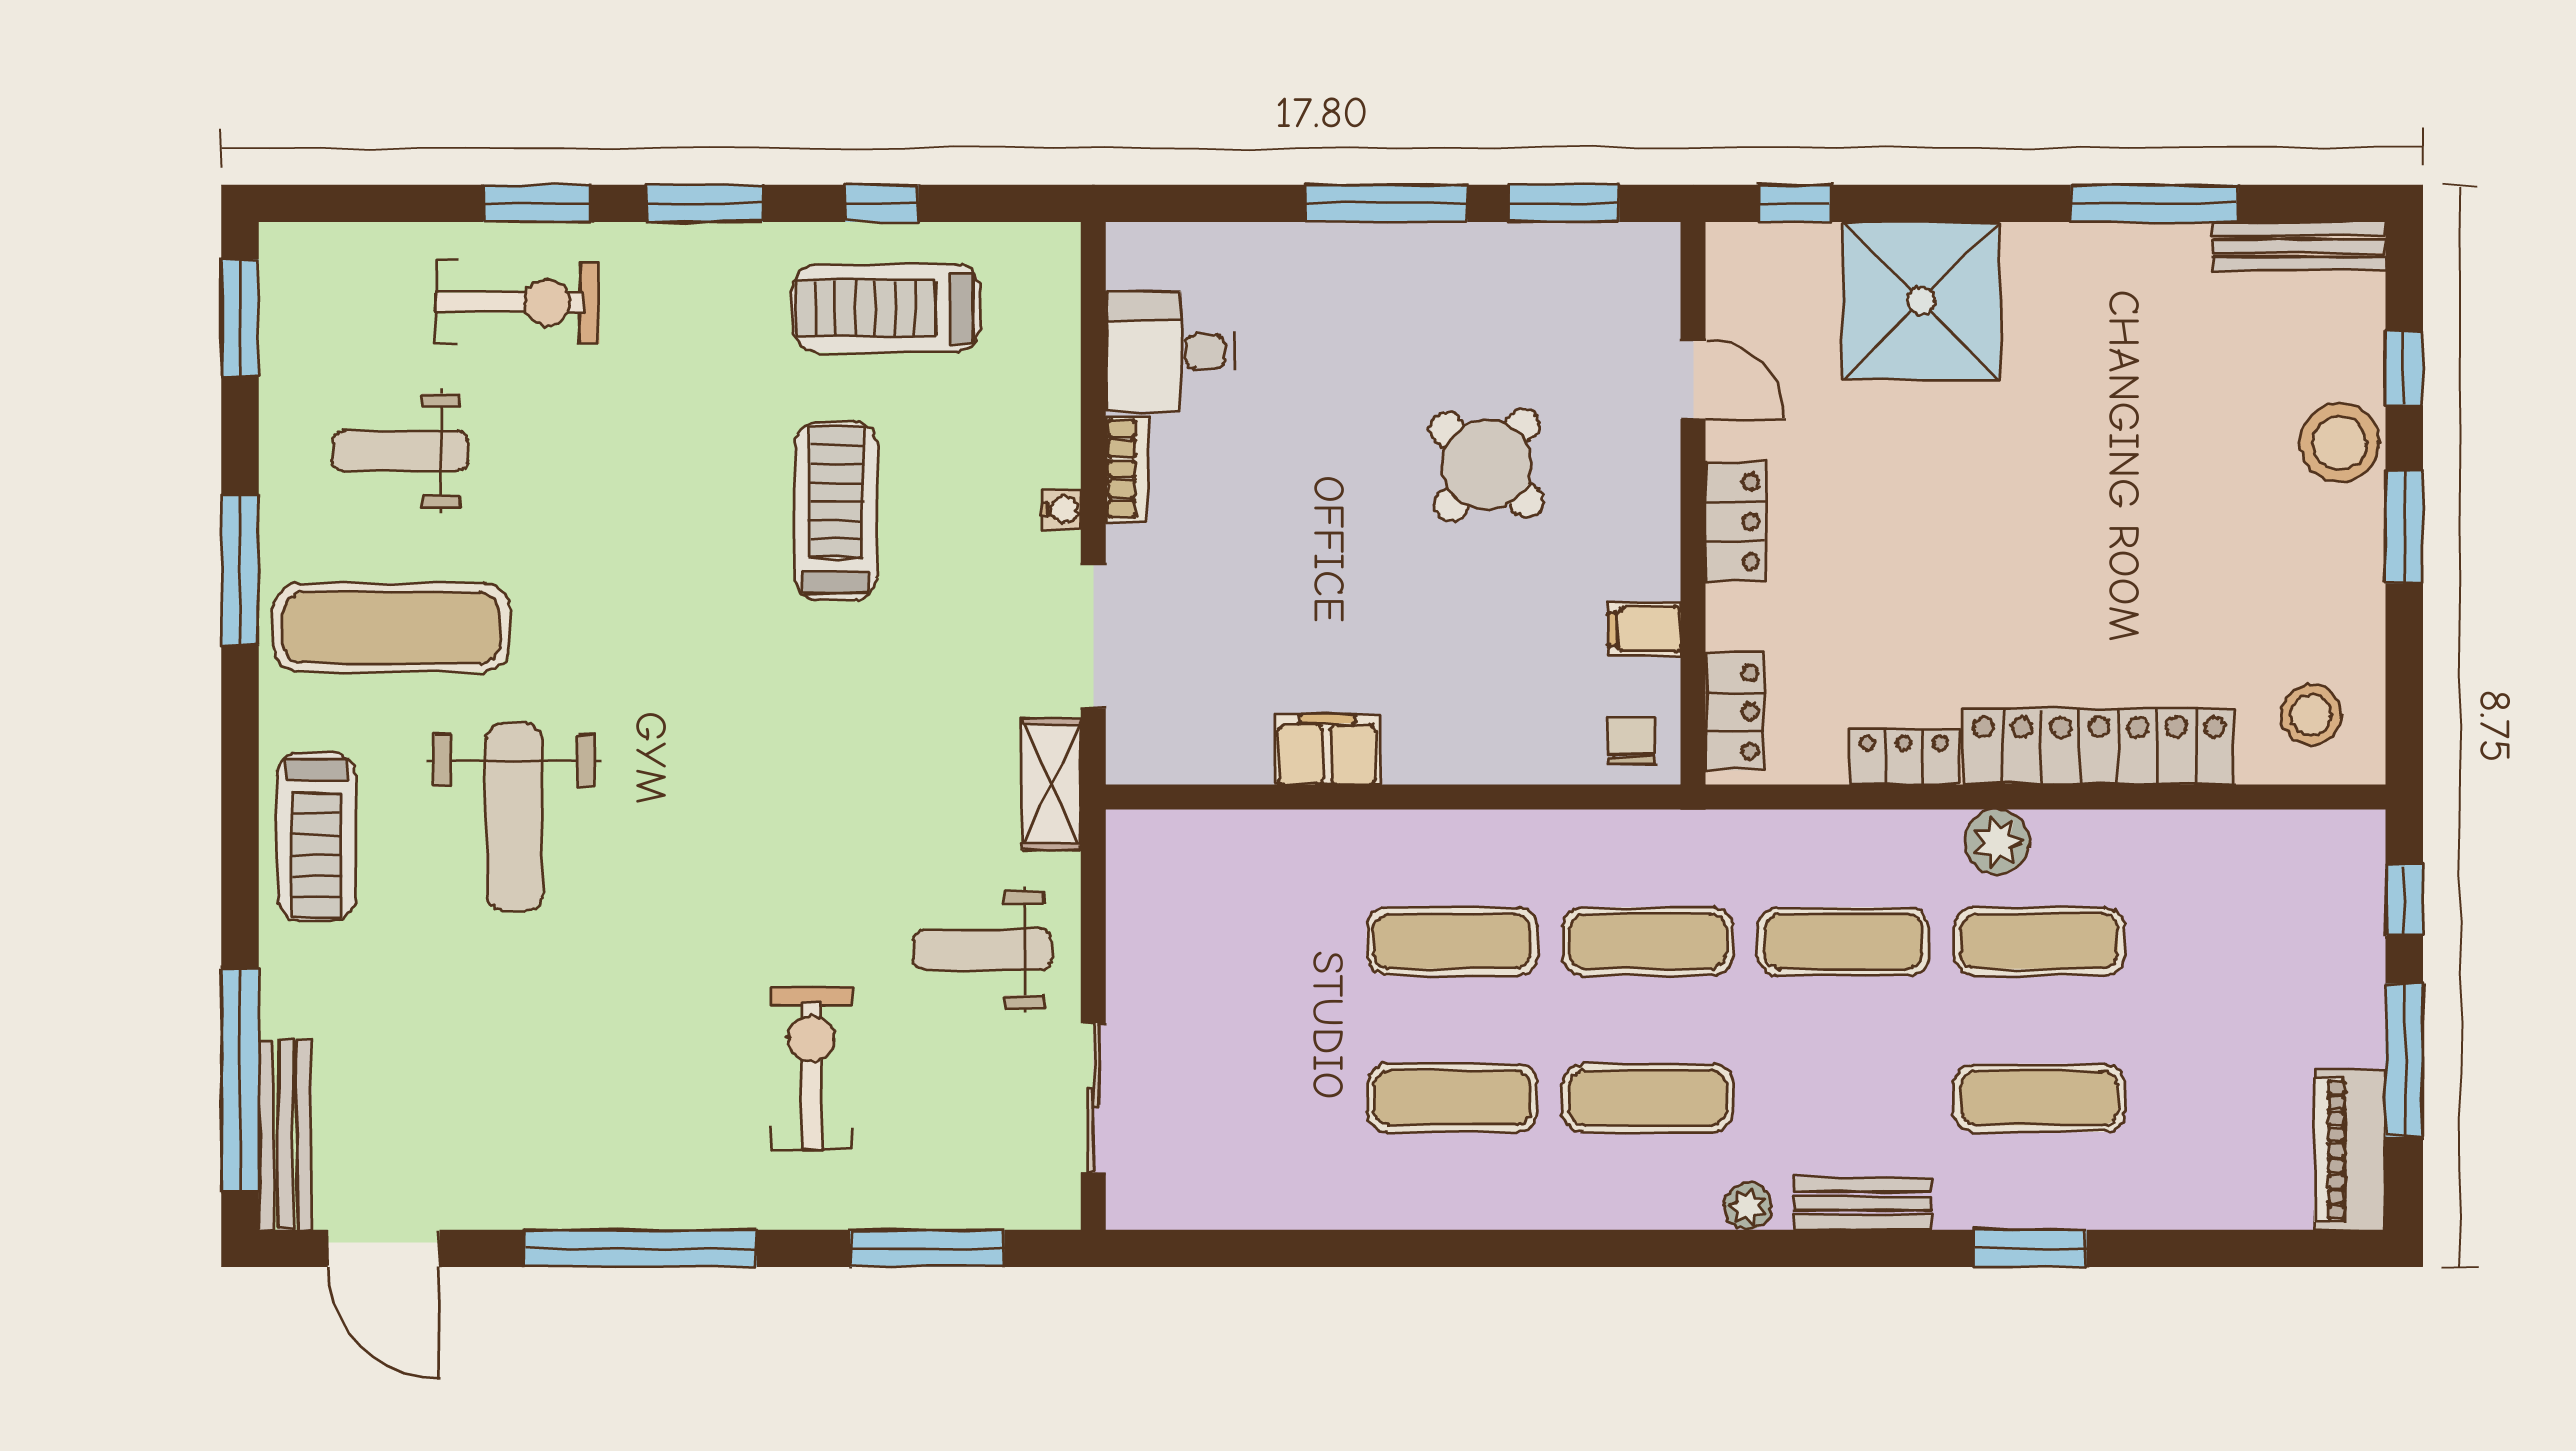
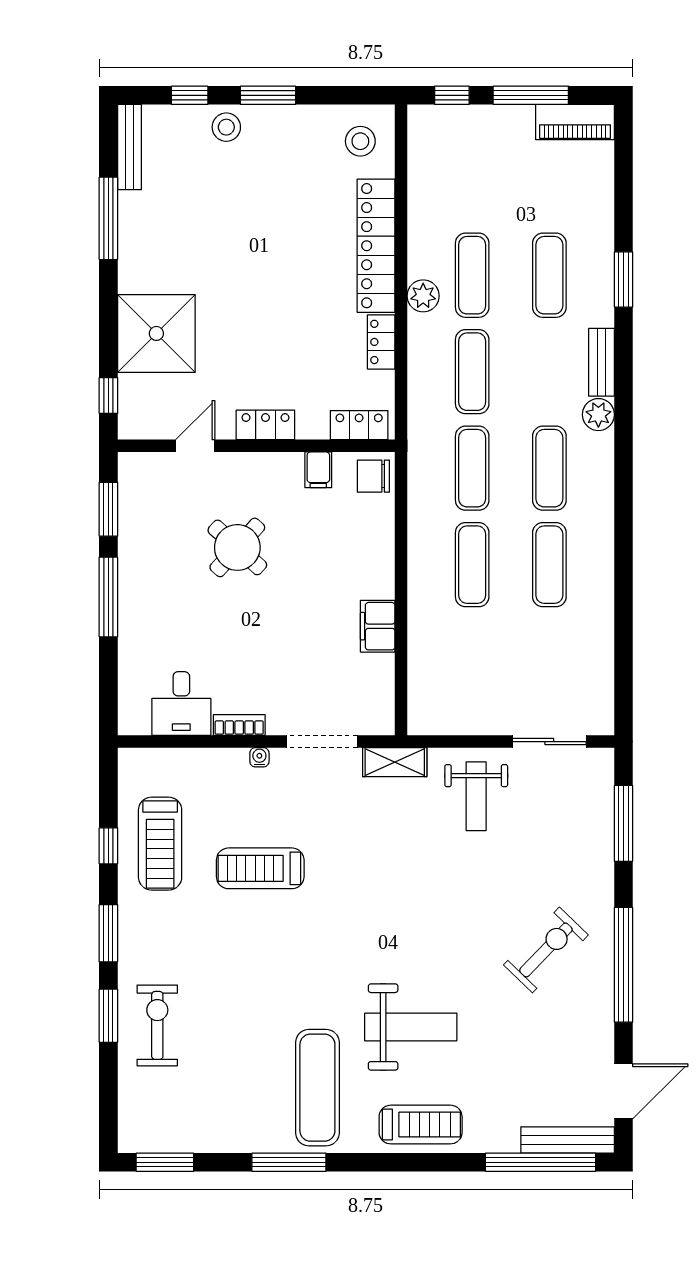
stool: (2340, 443) -> (226, 127), width x0.73, depth x0.73
weight bench: (400, 451) -> (230, 1083), removed
chair: (1632, 741) -> (373, 476), width x1.37, depth x1.37
exercise bike: (811, 1068) -> (546, 950), moved, turned 134
plant: (1748, 1206) -> (598, 415), width x1.38, depth x1.38

